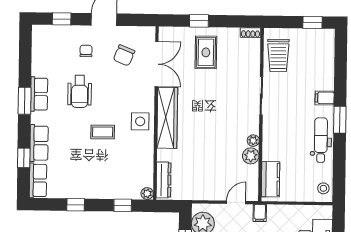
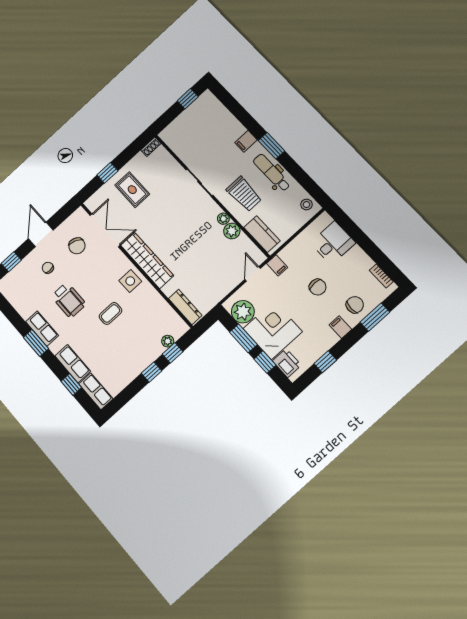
trolley: (278, 56) -> (244, 194), moved
plant: (147, 194) -> (168, 341), moved
window: (76, 205) -> (152, 372), moved

